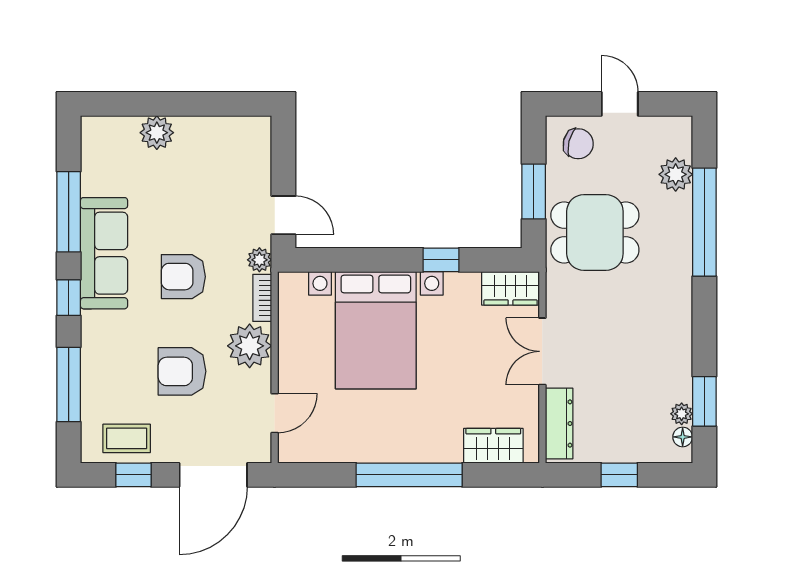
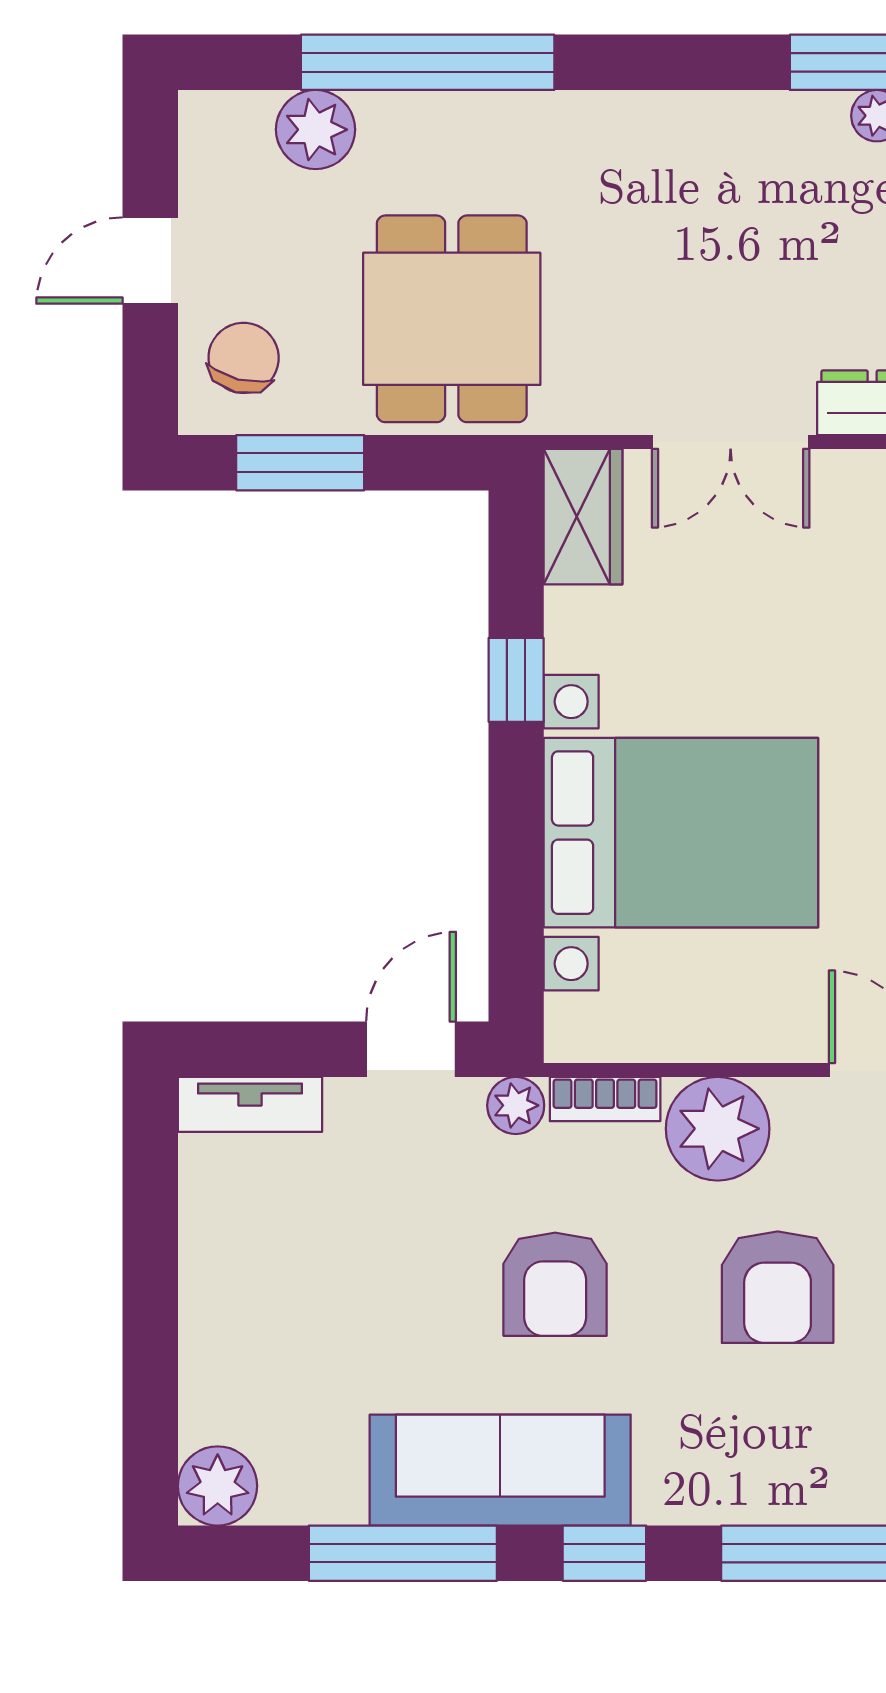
plant: (157, 133) -> (218, 1486), moved
tv unit: (260, 146) -> (250, 1104), added
window: (534, 191) -> (300, 463), moved

